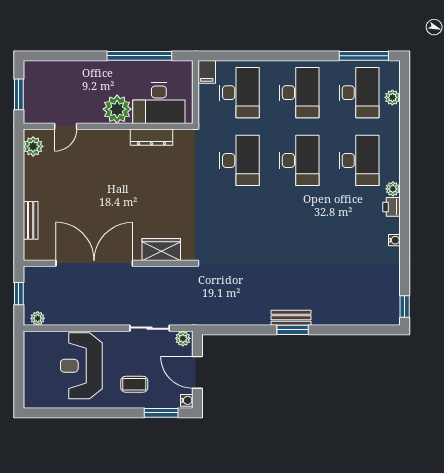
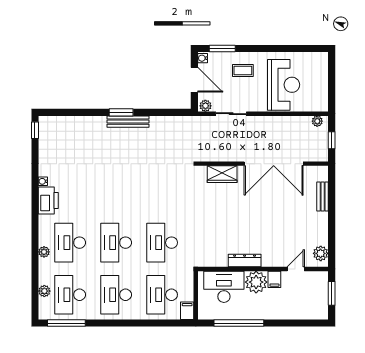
filing cabinet: (93, 113) -> (274, 279), added
dresser: (152, 137) -> (245, 261), moved
plant: (393, 189) -> (44, 252), moved
printer: (391, 207) -> (48, 201), width x1.87, depth x1.48
bench: (291, 318) -> (128, 122), width x1.36

